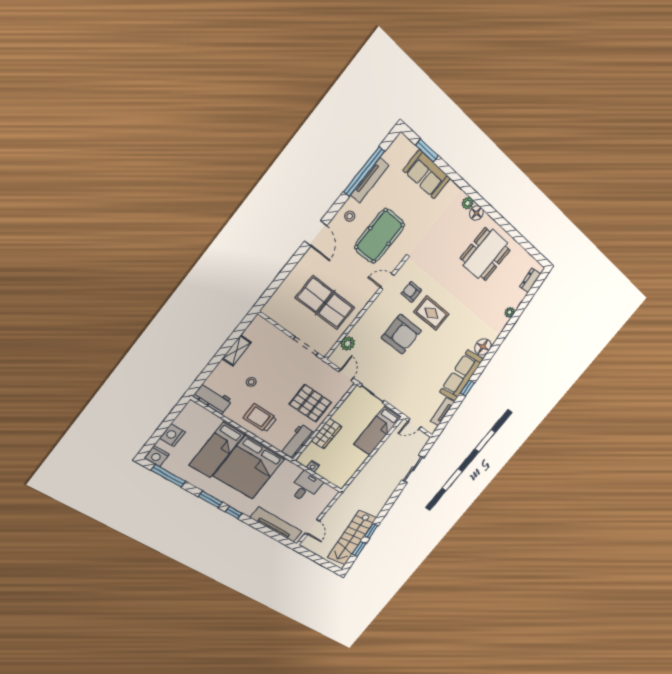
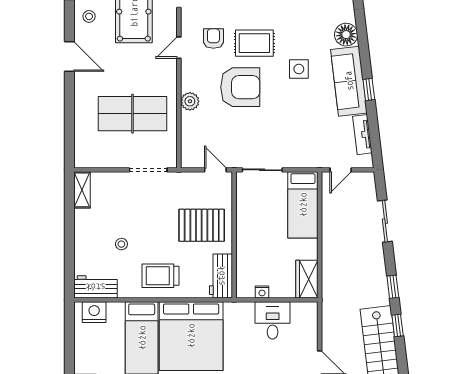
armchair: (411, 292) -> (213, 39), turned 90
plant: (348, 344) -> (190, 101), moved
side table: (442, 348) -> (299, 69), added
shelving: (237, 350) -> (82, 190), moved
wardrobe: (327, 434) -> (307, 279), moved, turned 180
nightstand: (172, 435) -> (94, 312), moved, turned 90
window: (359, 549) -> (393, 287), moved

